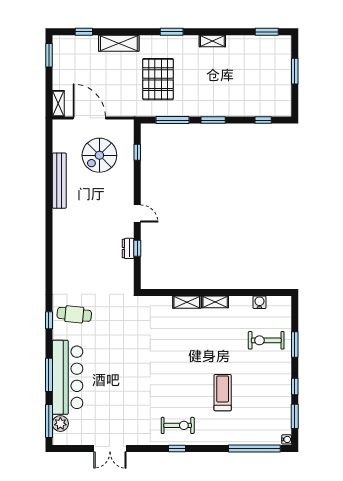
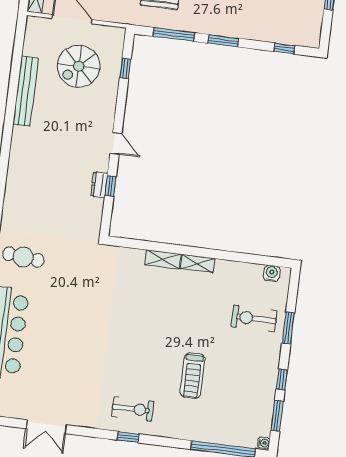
water cooler: (259, 302) -> (272, 273), moved
treadmill: (223, 393) -> (193, 376), turned 180

